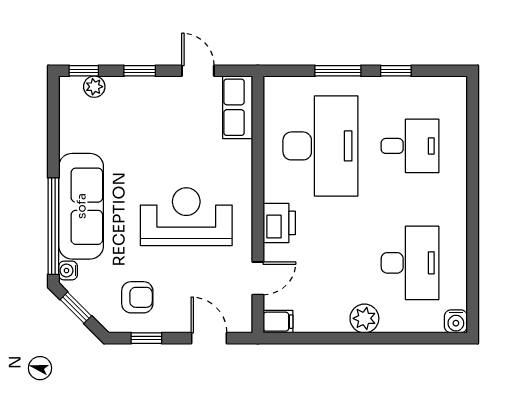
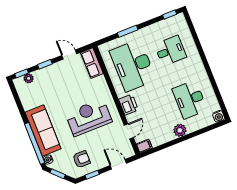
window: (396, 71) -> (170, 15), moved
desk: (320, 146) -> (133, 66), turned 180
desk: (410, 263) -> (190, 99), turned 180

